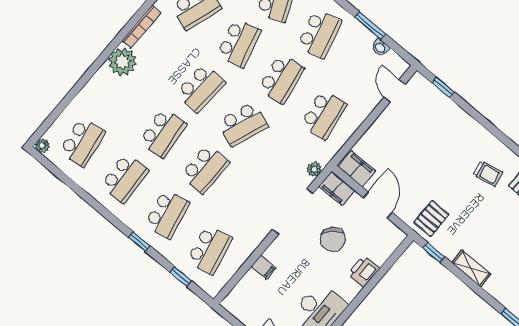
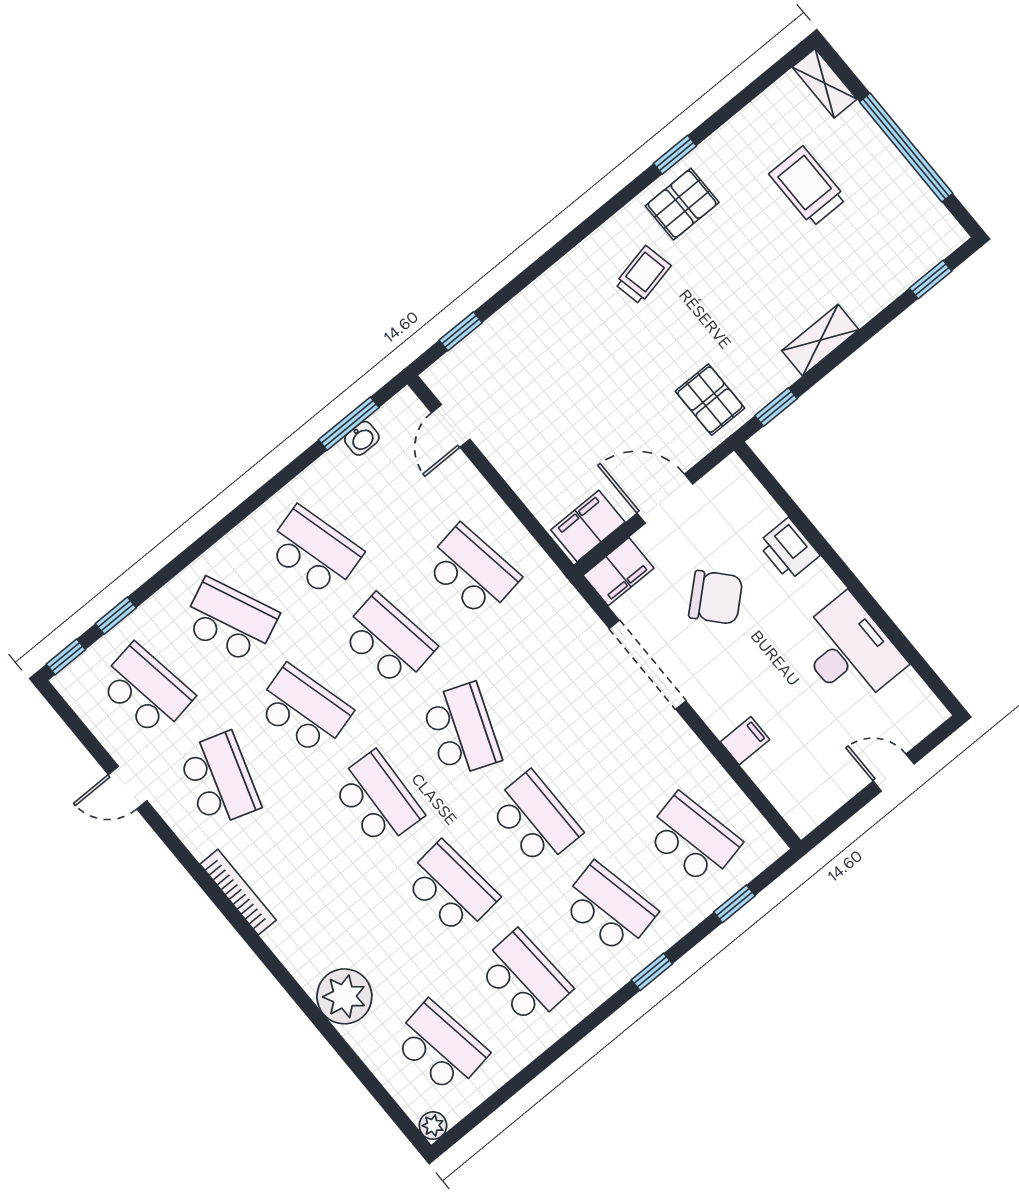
window: (370, 26) -> (349, 424), moved
plant: (123, 62) -> (344, 996), moved
door: (395, 91) -> (451, 426), hinge flipped
plant: (314, 169) -> (574, 609), removed

